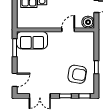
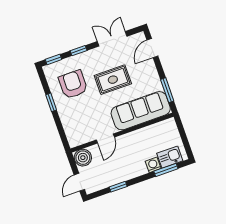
sofa: (32, 40) -> (141, 111), width x1.36
rug: (49, 68) -> (113, 80), added
armchair: (77, 74) -> (73, 84), turned 81

